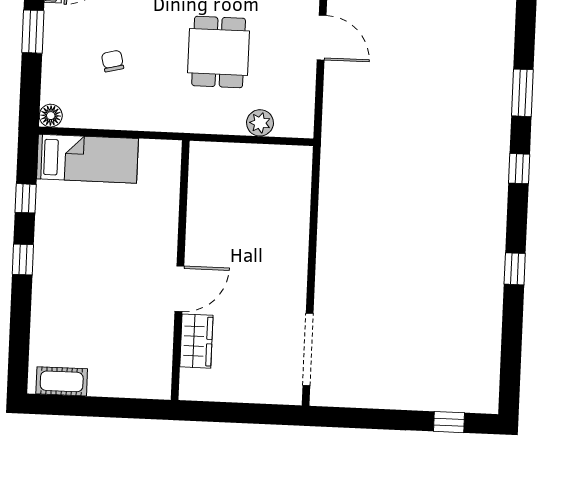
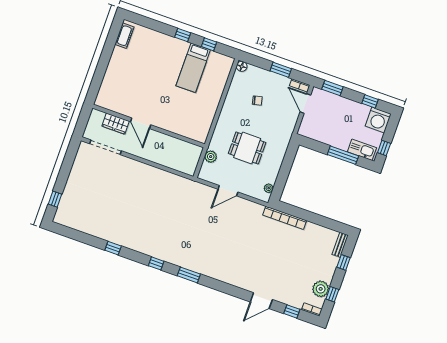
door: (322, 38) -> (228, 191), moved
bed: (87, 159) -> (193, 68), moved
wall: (180, 270) -> (149, 126), moved
door: (179, 289) -> (141, 123), moved
wardrobe: (196, 341) -> (116, 124), moved

